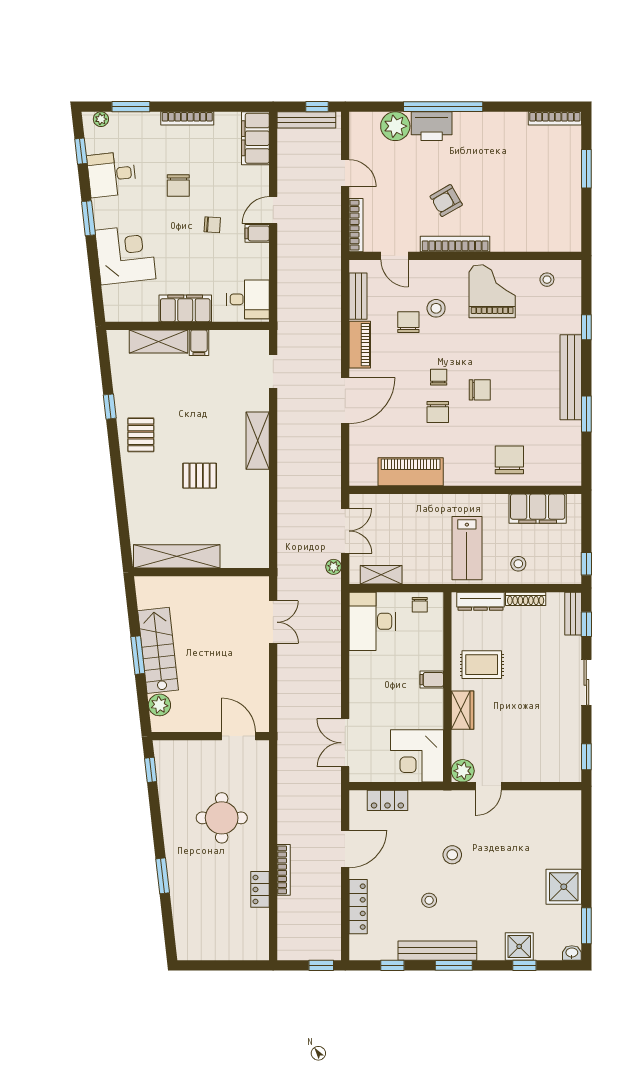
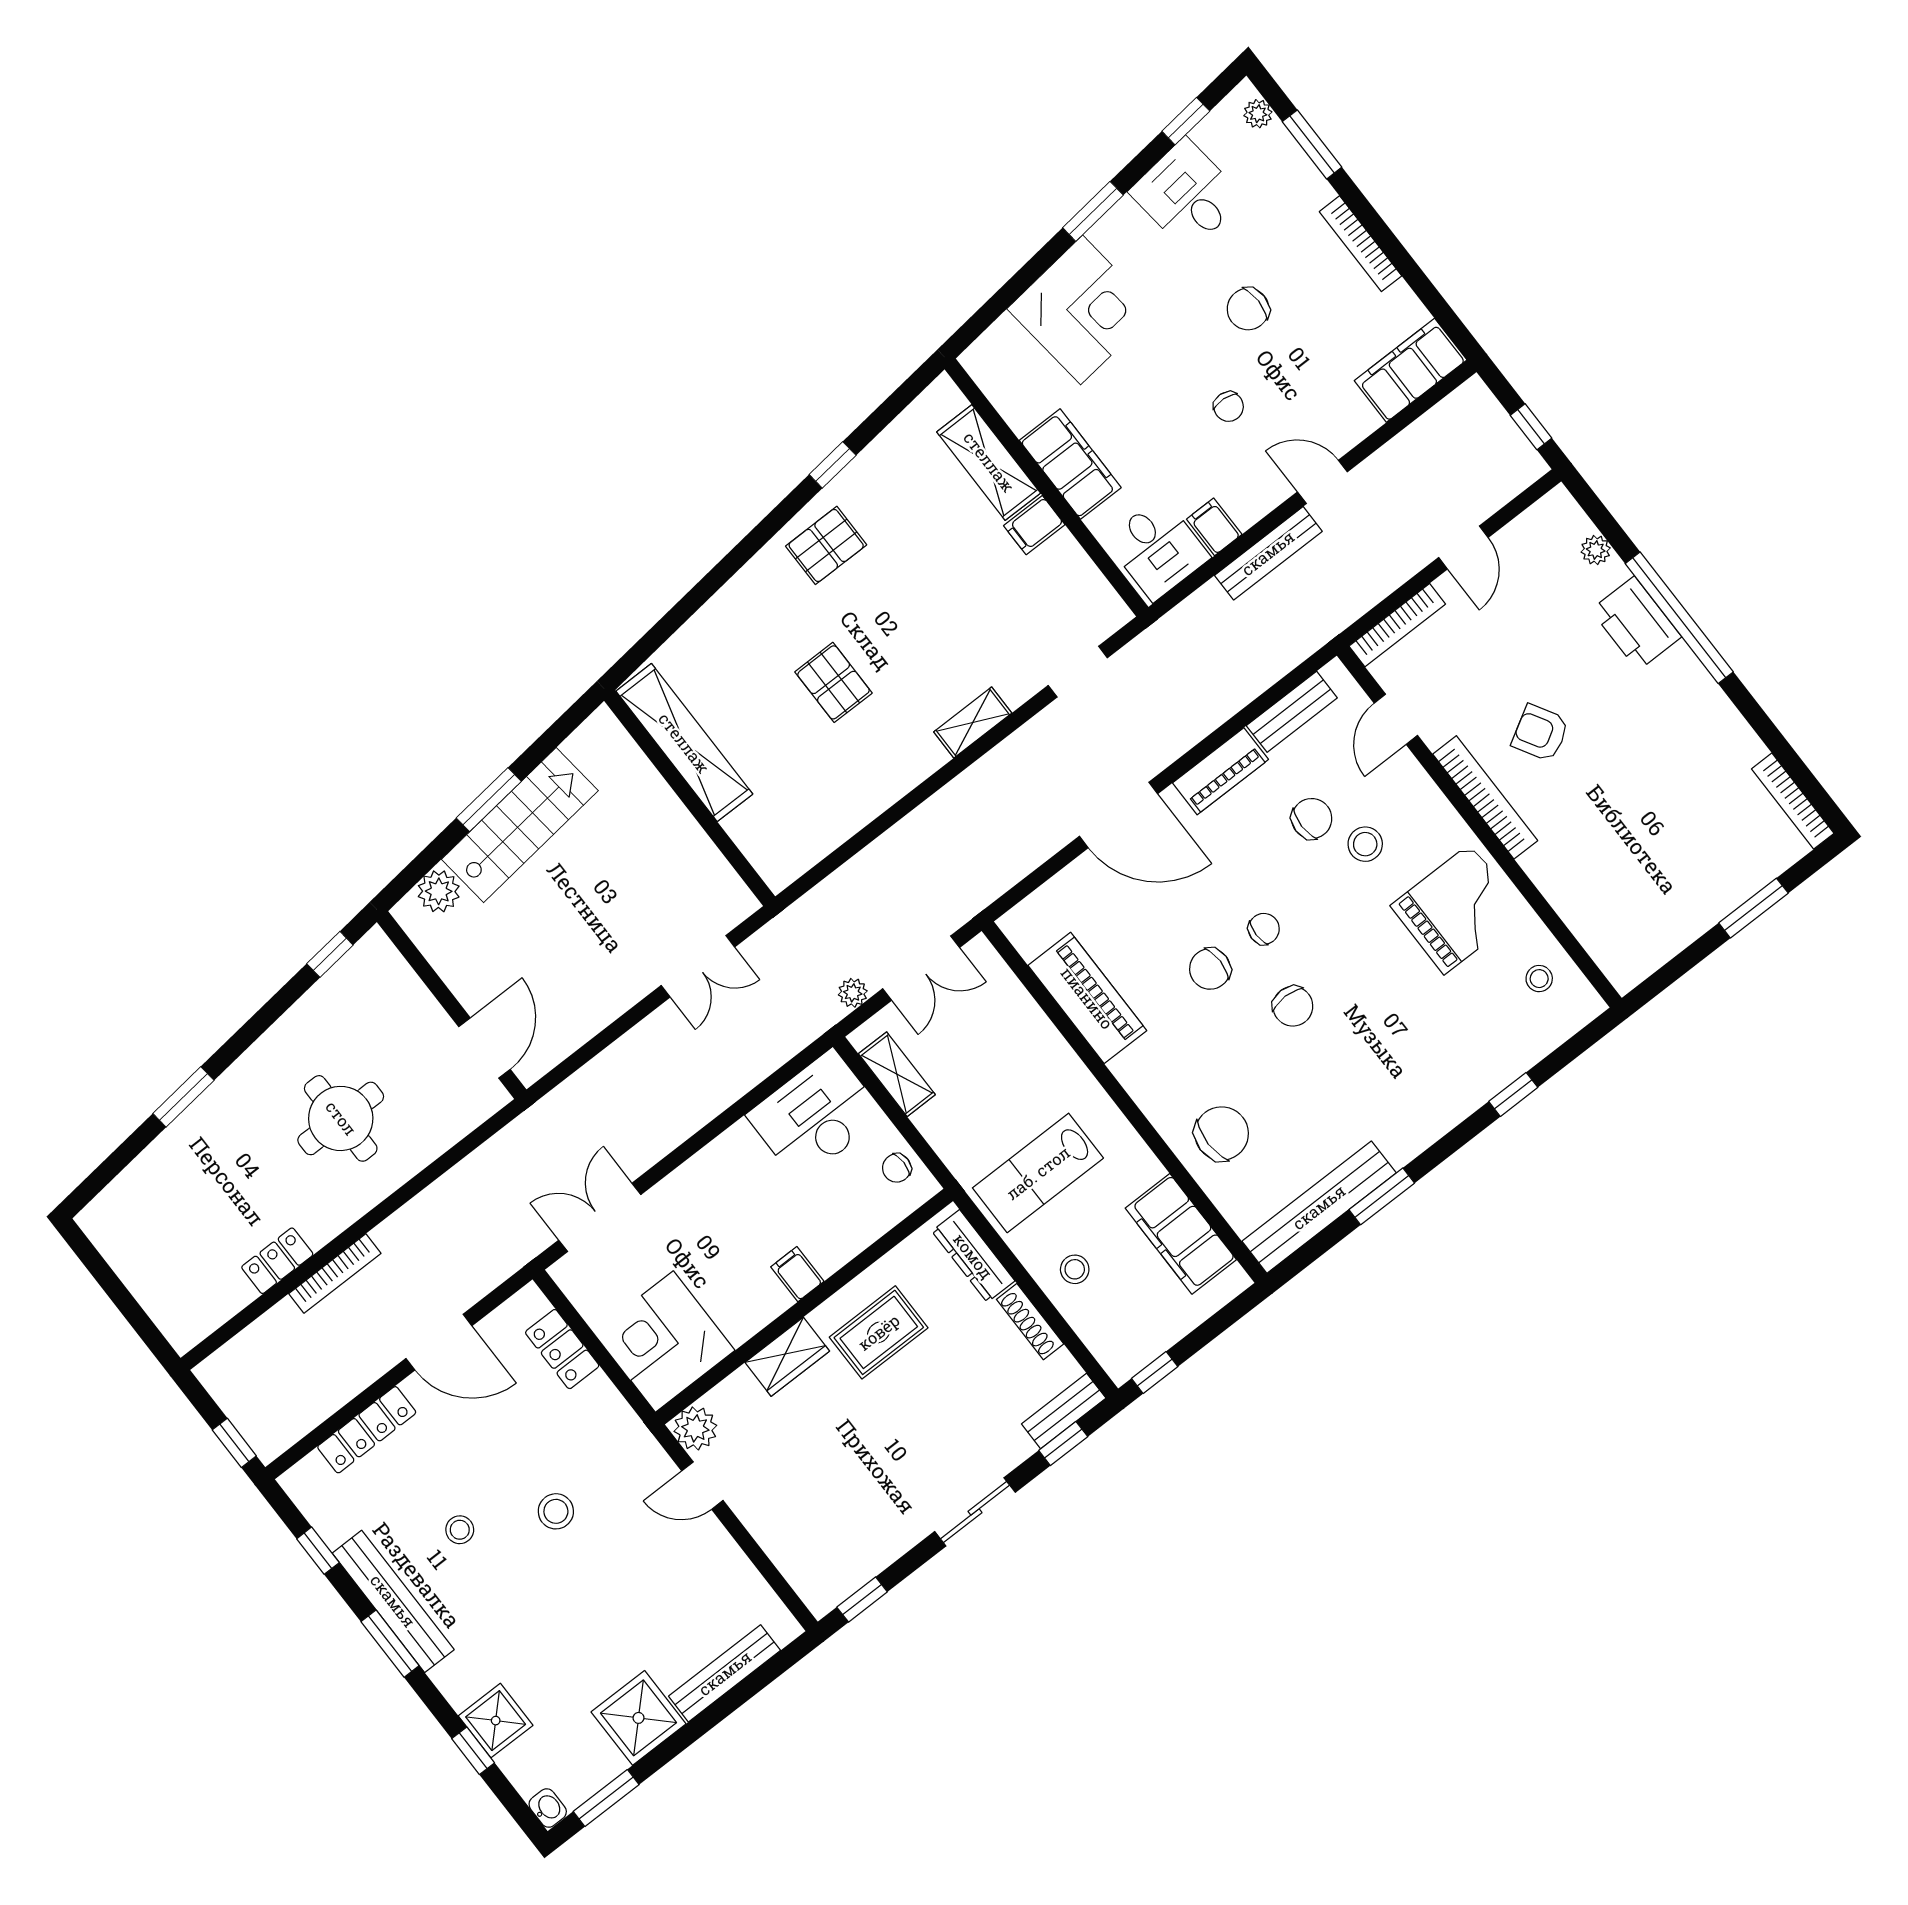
bench: (306, 120) -> (1268, 553), moved, turned 90
plant: (395, 126) -> (1596, 550), width x0.53, depth x0.53
filing cabinet: (257, 233) -> (1214, 527), moved
bench: (571, 377) -> (1319, 1207), moved
shelving: (258, 441) -> (973, 723), width x0.67, depth x0.75
rug: (482, 665) -> (879, 1332), turned 90
bench: (573, 837) -> (725, 1673), added

